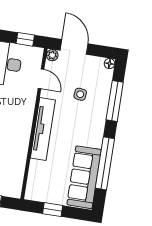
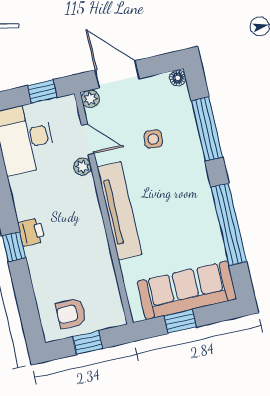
plant: (31, 94) -> (82, 167), added
sofa: (84, 177) -> (187, 290), moved, turned 90

